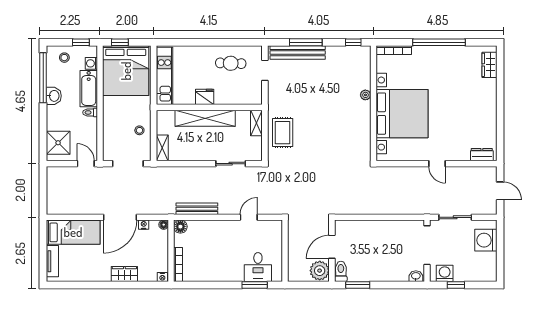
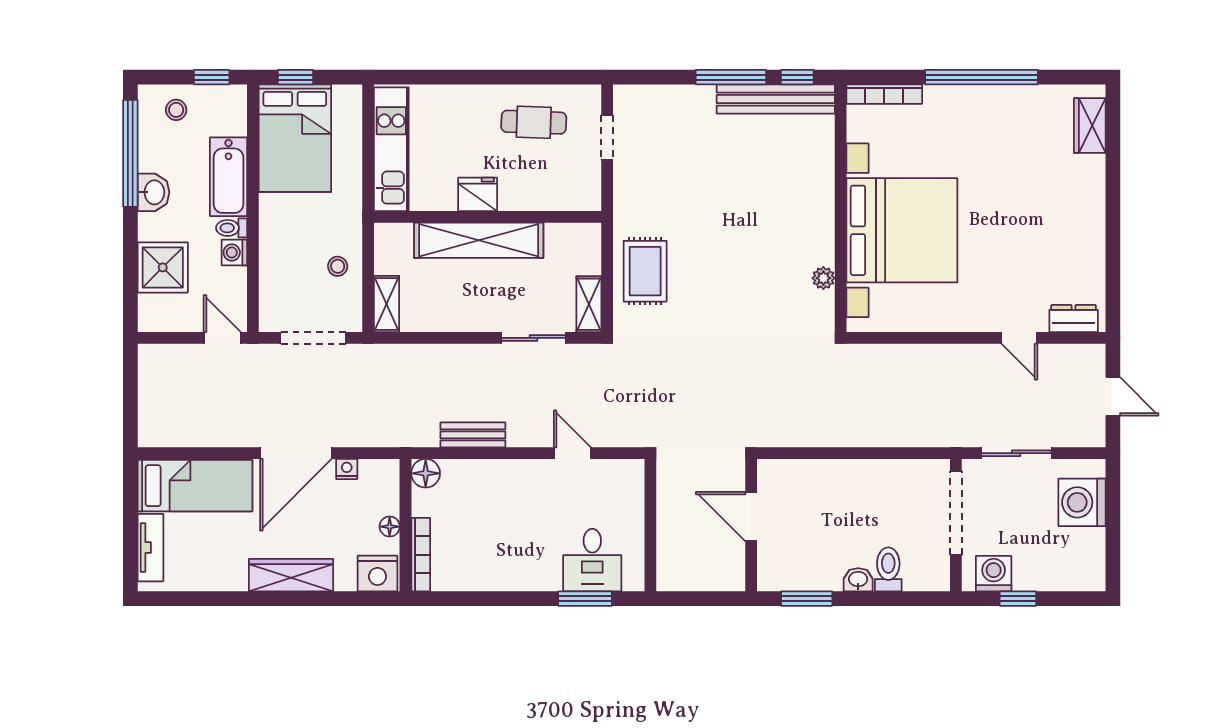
window: (306, 42) -> (731, 77), moved
bench: (298, 53) -> (776, 99), moved
washing machine: (91, 63) -> (234, 252), moved
bed: (126, 71) -> (295, 138), width x0.73
plant: (365, 95) -> (823, 278), moved
shelving: (256, 123) -> (589, 304), moved
shower: (58, 143) -> (163, 267), moved
door: (437, 164) -> (1019, 338), moved
bench: (197, 209) -> (473, 435), width x0.73
door: (249, 217) -> (572, 453), hinge flipped
floor lamp: (164, 225) -> (390, 527), moved
door: (332, 247) -> (751, 517), hinge flipped
plant: (320, 271) -> (725, 568), removed
toilet: (341, 271) -> (888, 569), moved
wardrobe: (124, 274) -> (291, 575), width x1.50
washbasin: (416, 276) -> (858, 580), moved
nightstand: (162, 277) -> (377, 574), width x1.89, depth x1.79

